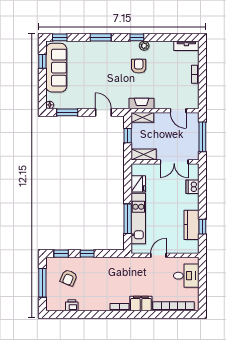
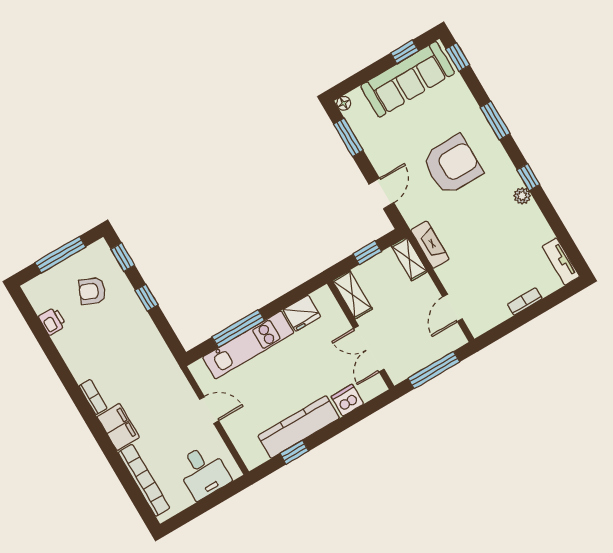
armchair: (139, 66) -> (452, 165), moved, width x1.88, depth x1.88
kitchen counter: (192, 225) -> (299, 427), width x1.50

